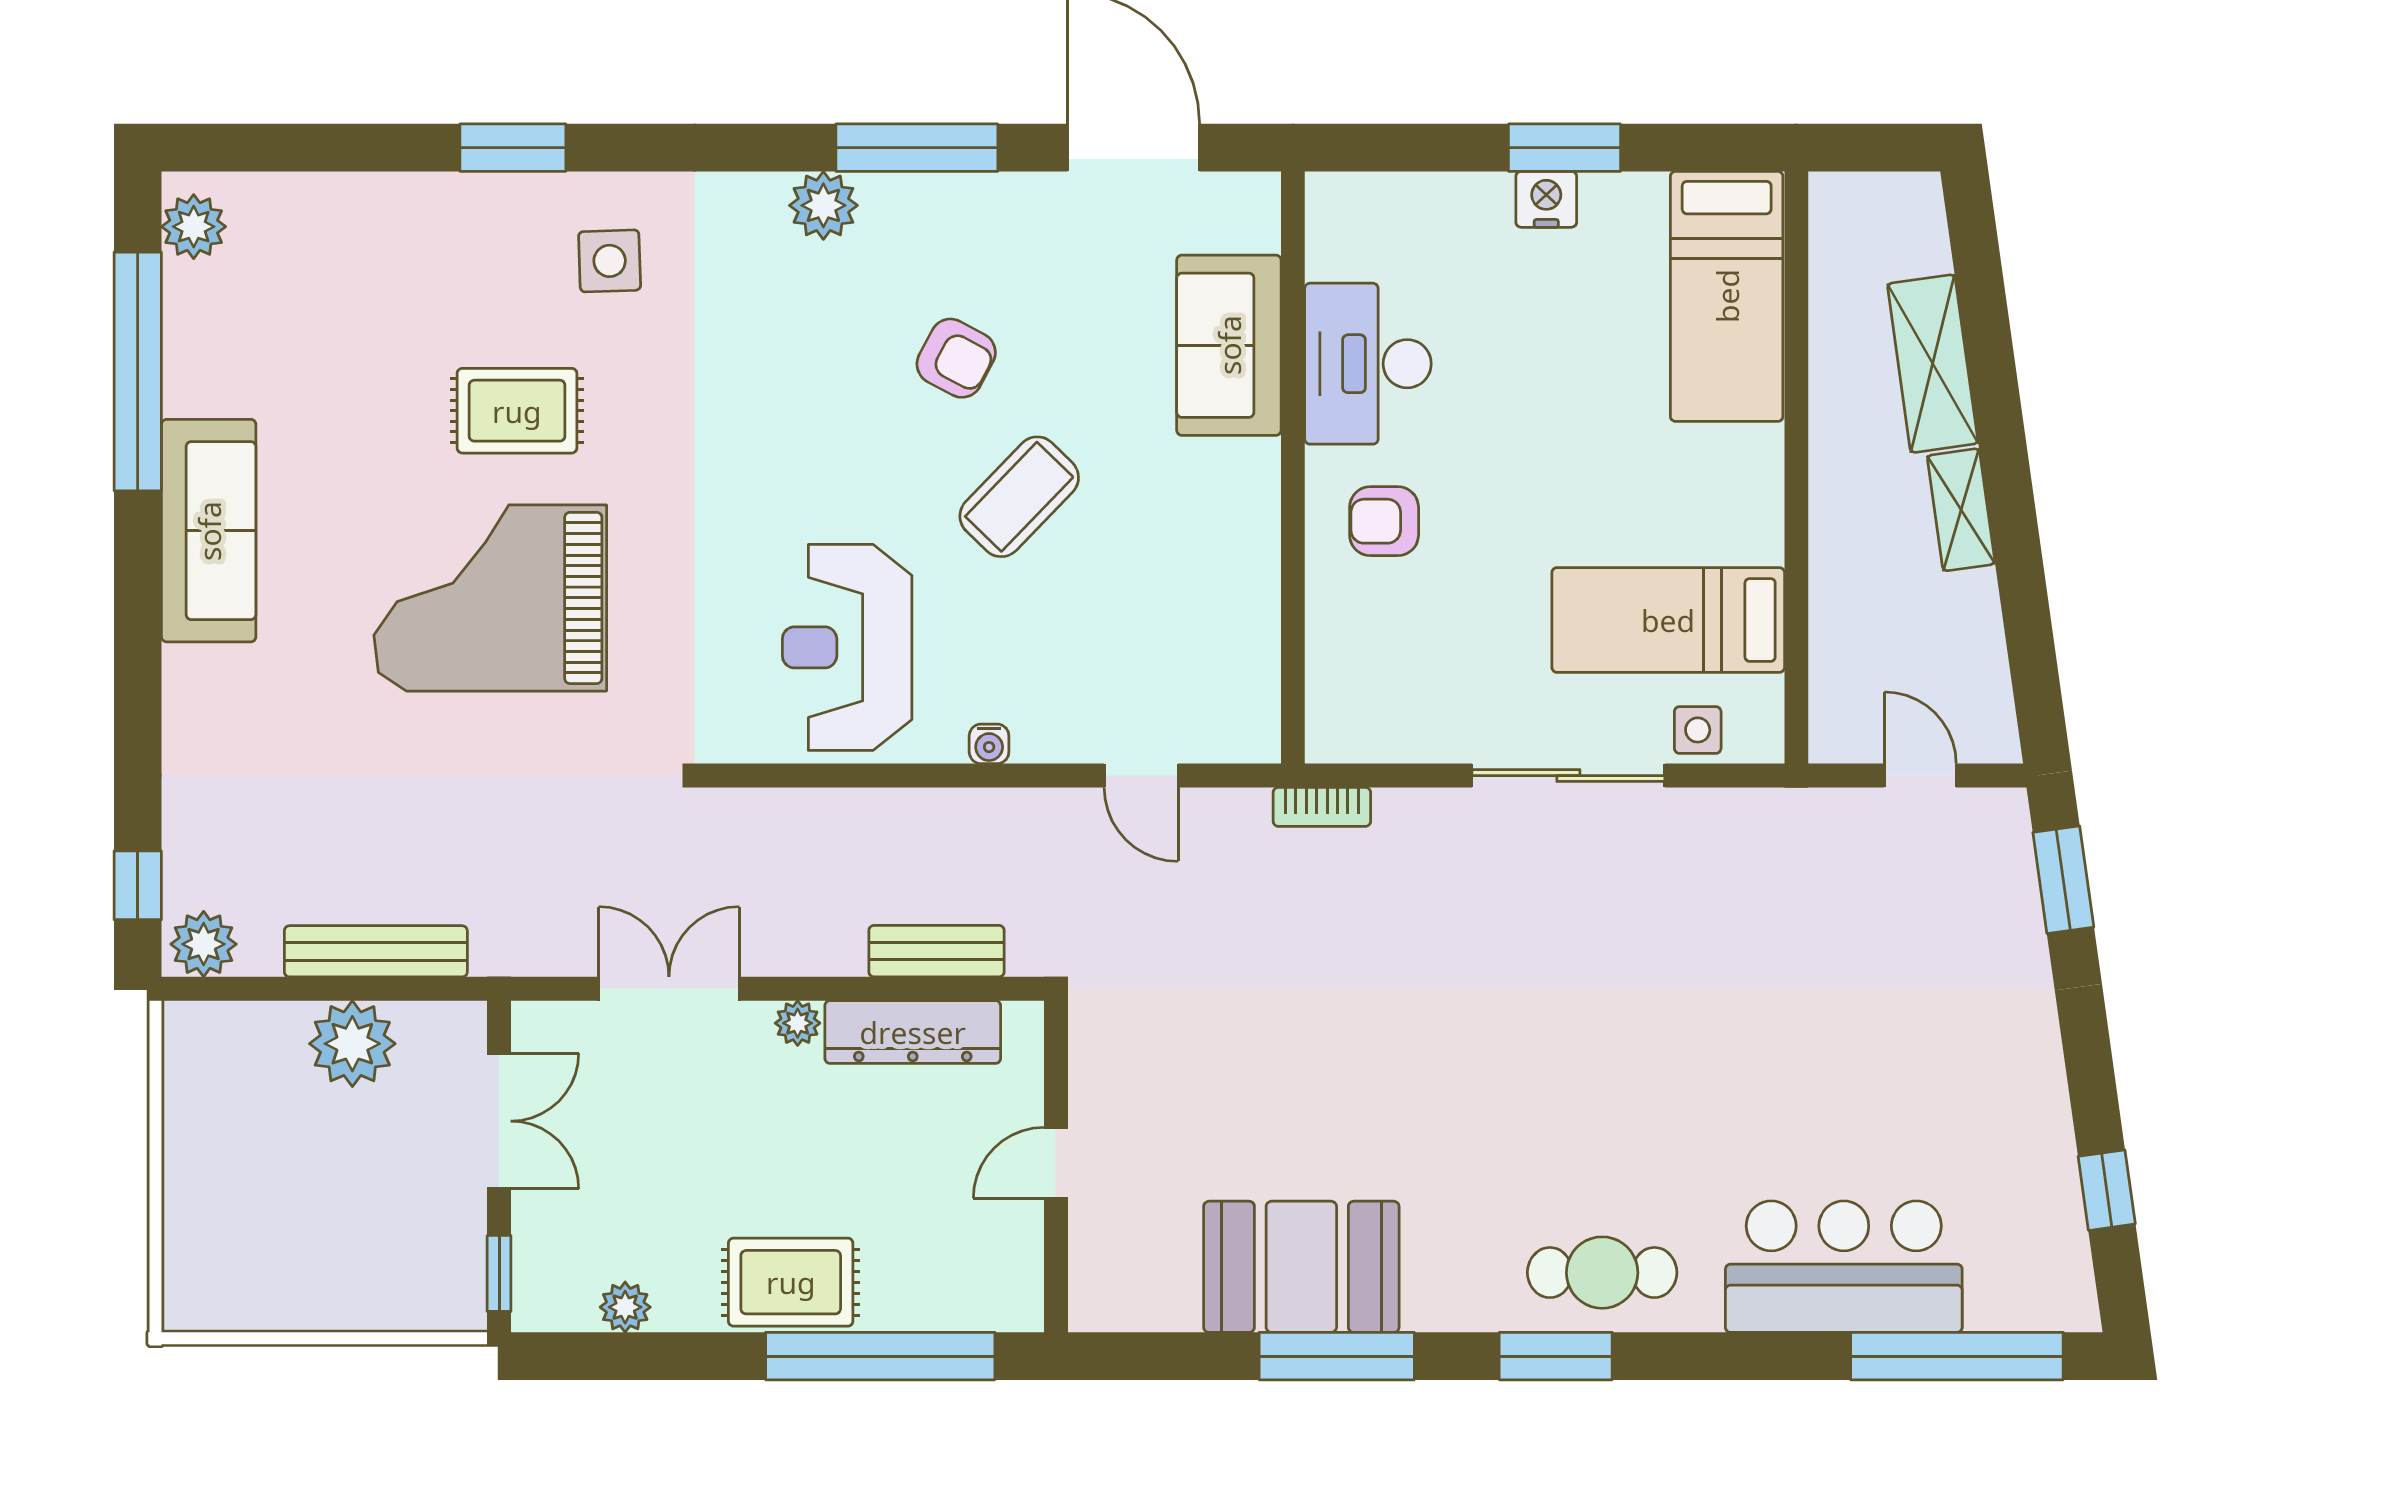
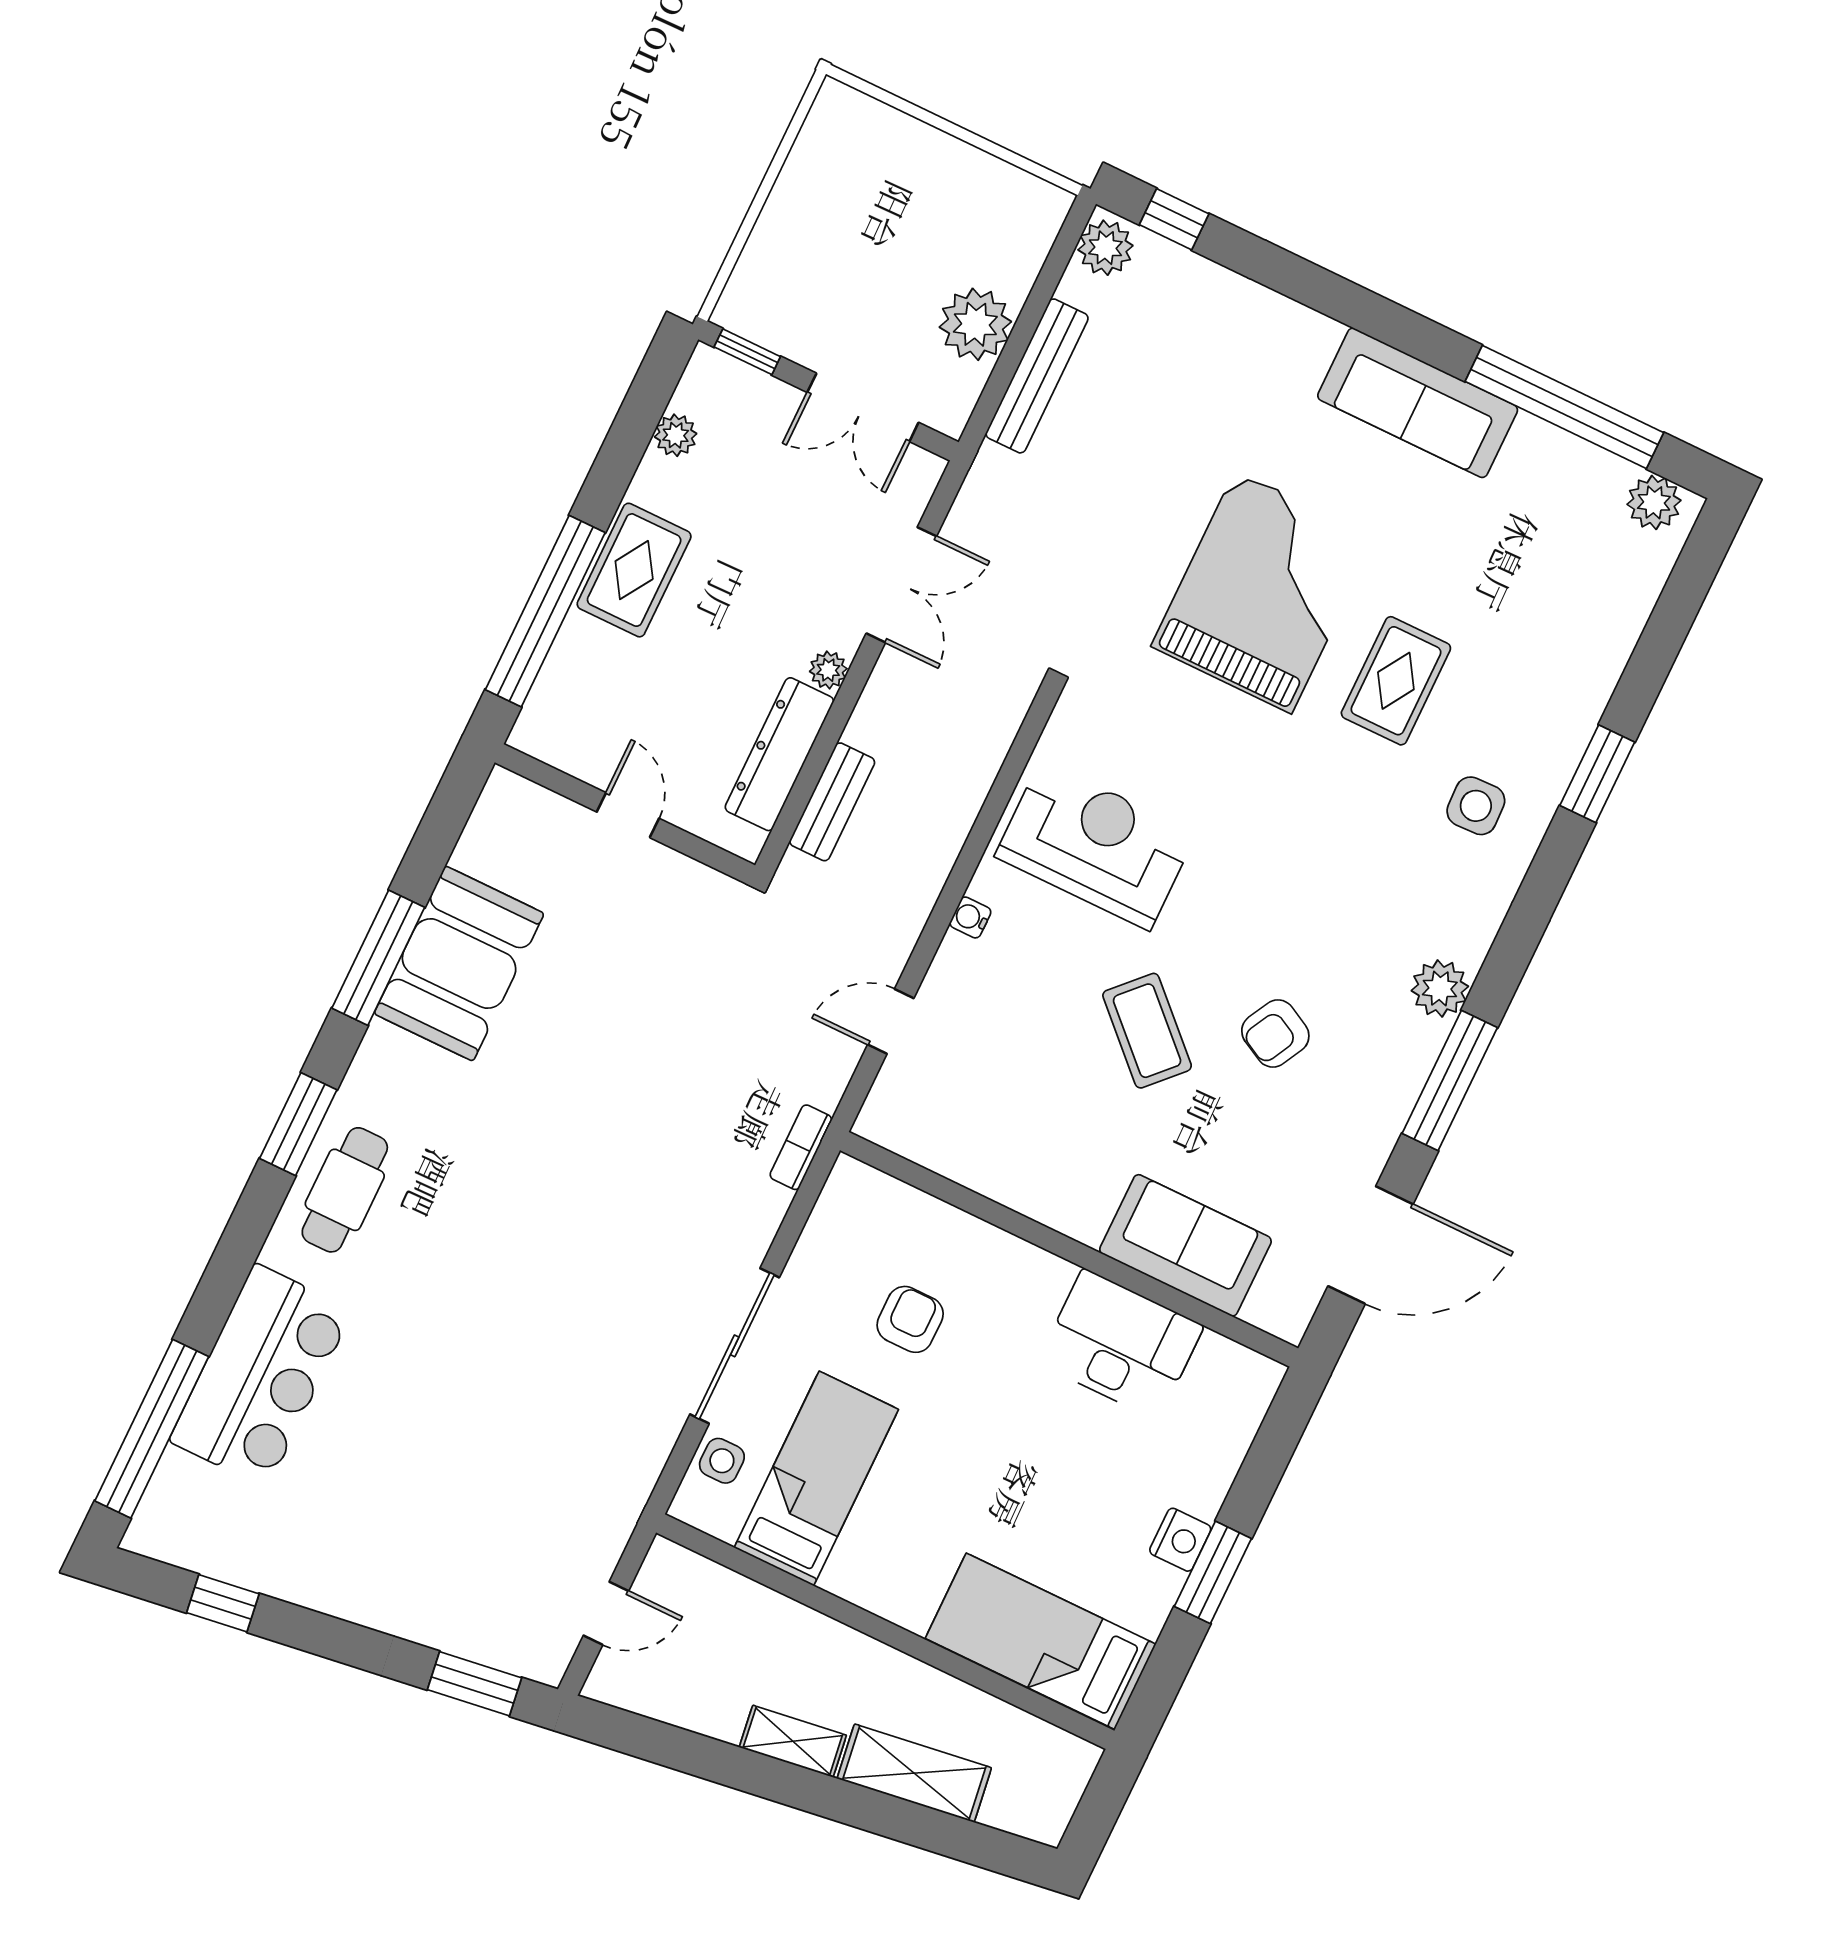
armchair: (1384, 521) -> (910, 1319), moved

